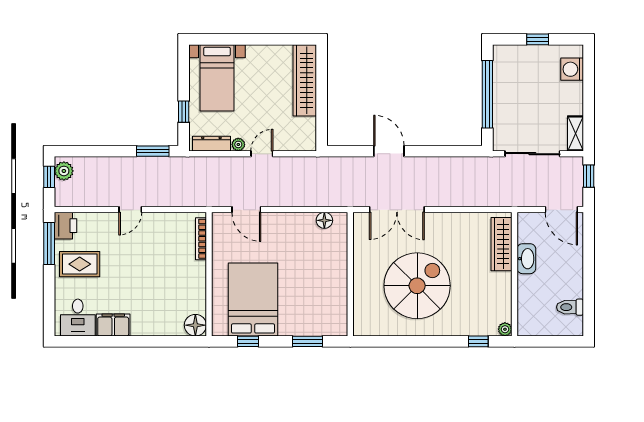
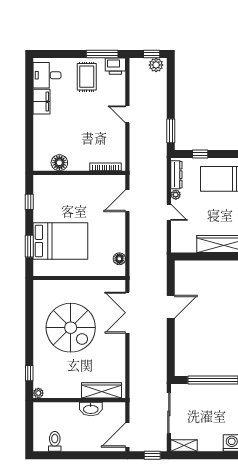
bed: (253, 300) -> (60, 241), moved
floor lamp: (195, 325) -> (59, 163), moved

